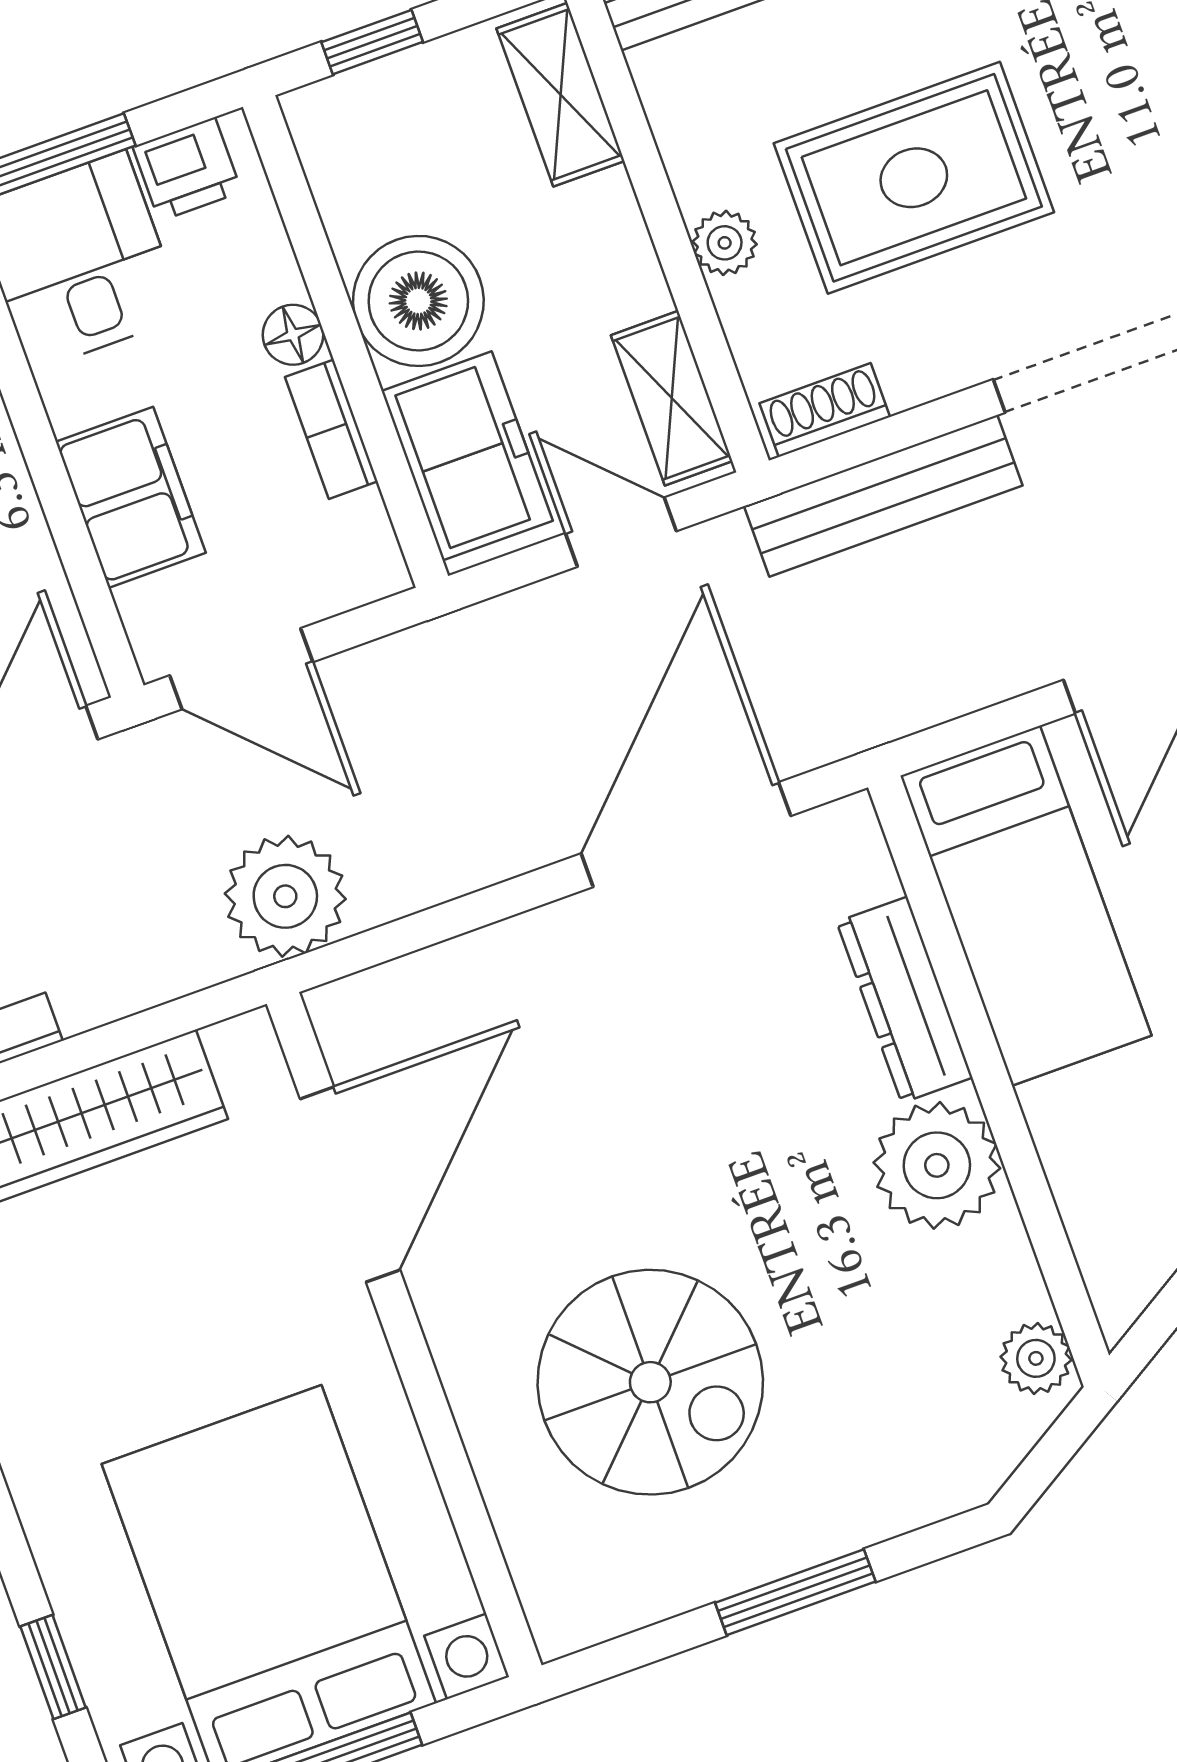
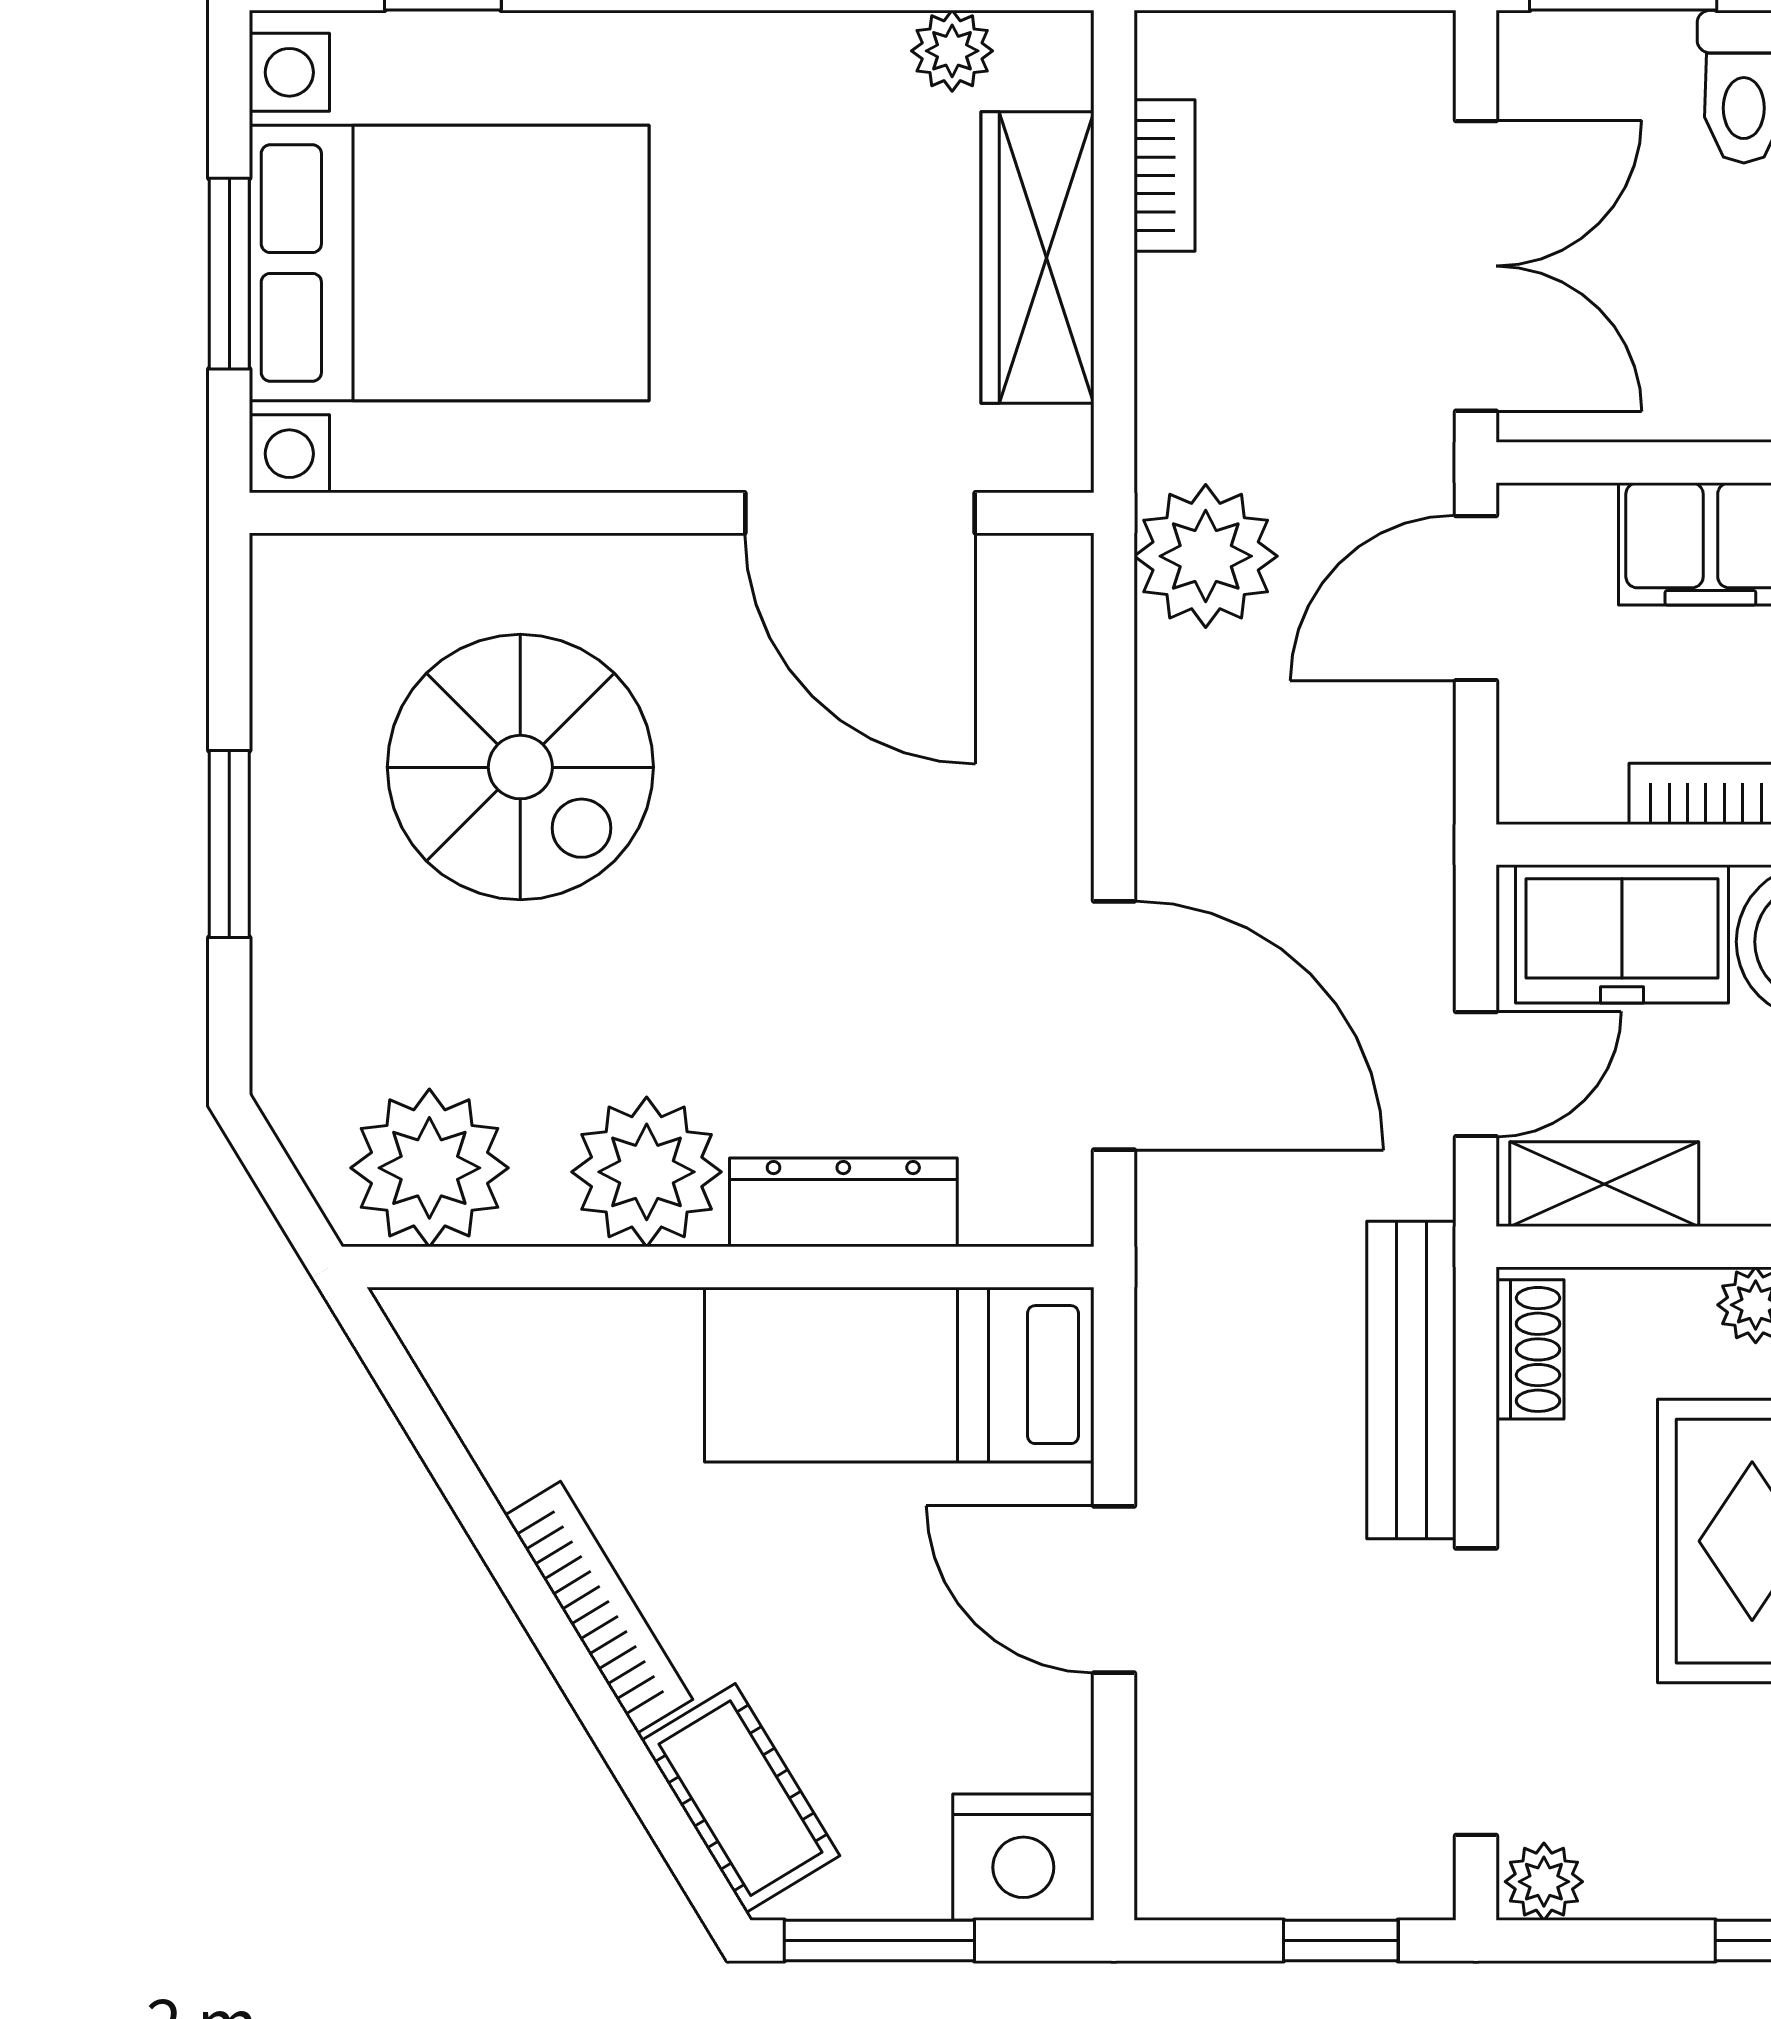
plant: (1036, 1358) -> (429, 1168), width x1.88, depth x1.88
spiral stairs: (650, 1382) -> (520, 767), turned -90

